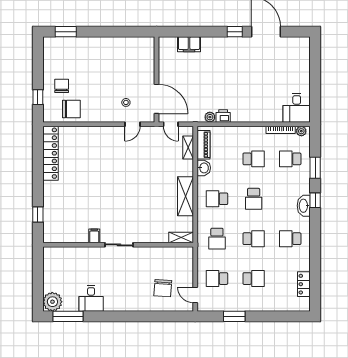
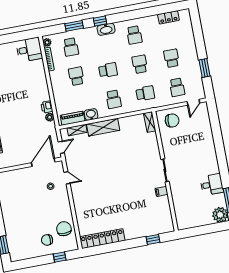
shelving: (185, 196) -> (103, 127), moved
chair: (163, 288) -> (172, 120), moved

